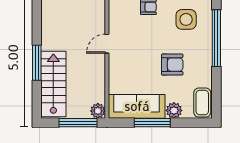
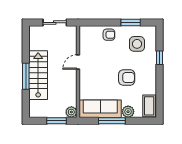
window: (216, 38) -> (160, 58), width x0.32
stairs: (53, 84) -> (38, 75), moved
window: (78, 123) -> (56, 121), width x0.69

